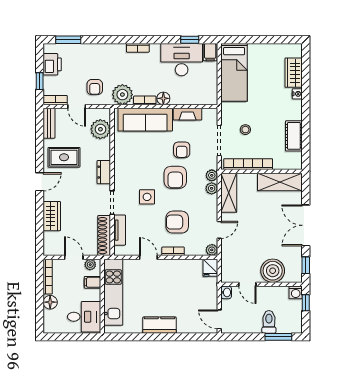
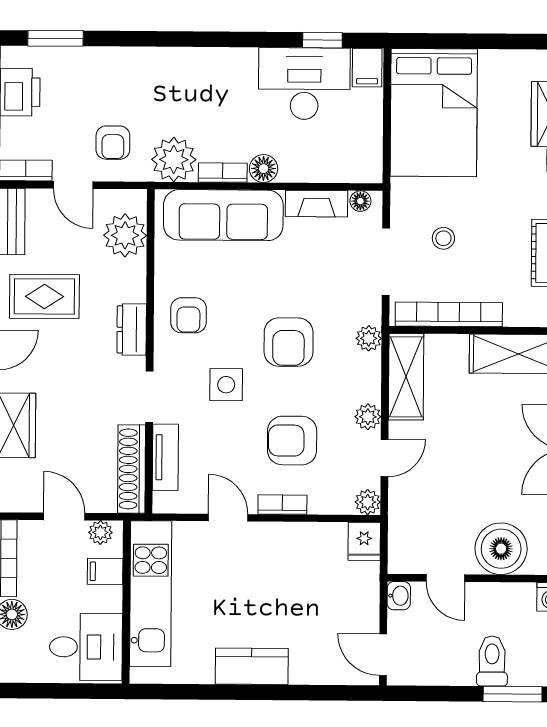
bookcase: (138, 48) -> (208, 57), removed
bed: (234, 72) -> (434, 113), width x1.50
floor lamp: (208, 113) -> (360, 201), added
armchair: (182, 150) -> (188, 315), moved
plant: (212, 188) -> (368, 417), moved

